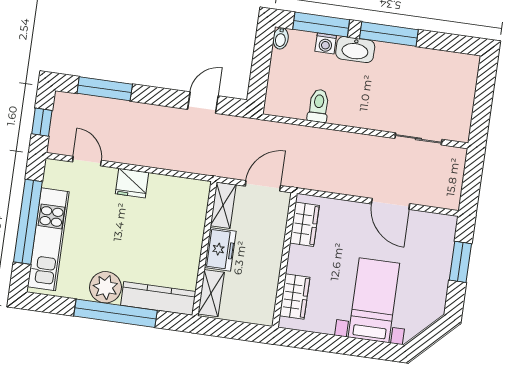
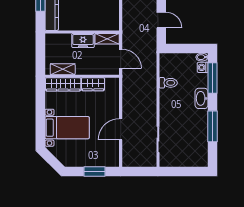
window: (389, 34) -> (212, 126), moved
washing machine: (326, 43) -> (203, 67), moved
wardrobe: (304, 224) -> (93, 84), moved
shelving: (211, 293) -> (63, 69), moved
wardrobe: (295, 296) -> (63, 84), width x1.50

